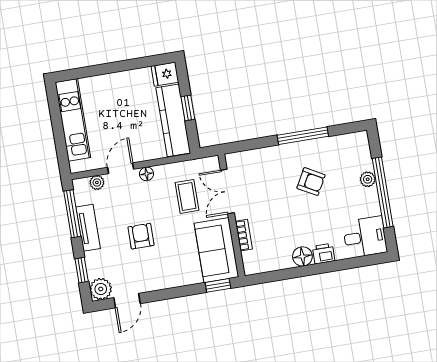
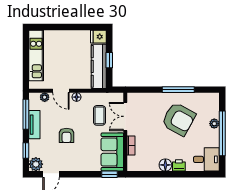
door: (121, 168) -> (61, 91), swing flipped
armchair: (311, 182) -> (179, 119), width x1.88, depth x1.88
armchair: (141, 236) -> (67, 135), turned 180

